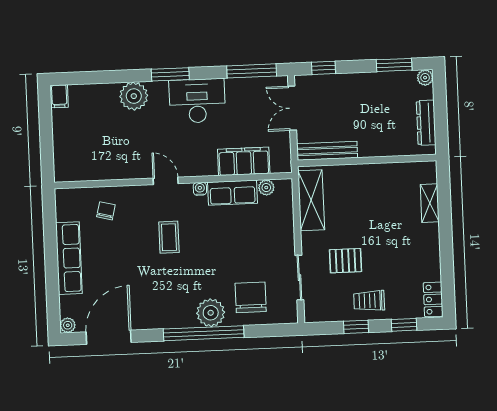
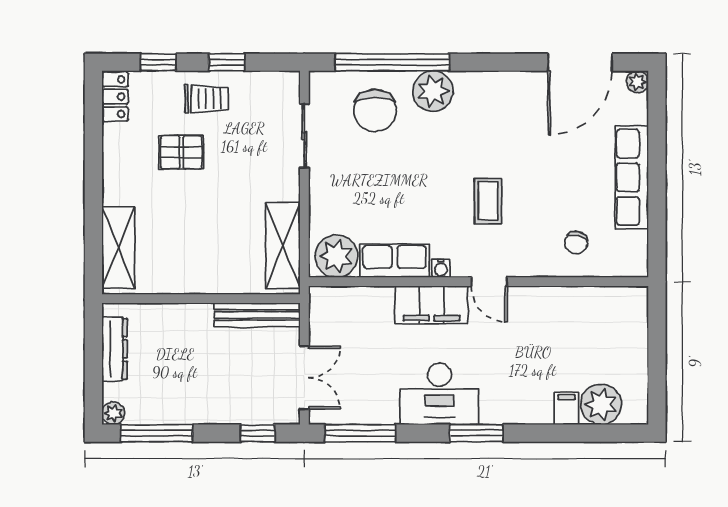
window: (394, 65) -> (157, 433), width x1.44
filing cabinet: (59, 96) -> (566, 409), moved
plant: (134, 96) -> (601, 404), moved
filing cabinet: (244, 161) -> (432, 305), moved
plant: (266, 188) -> (336, 256), width x1.87, depth x1.87
shelving: (430, 203) -> (118, 248), width x1.50, depth x1.33
pallet: (346, 261) -> (181, 152), moved
window: (204, 333) -> (392, 62), moved

